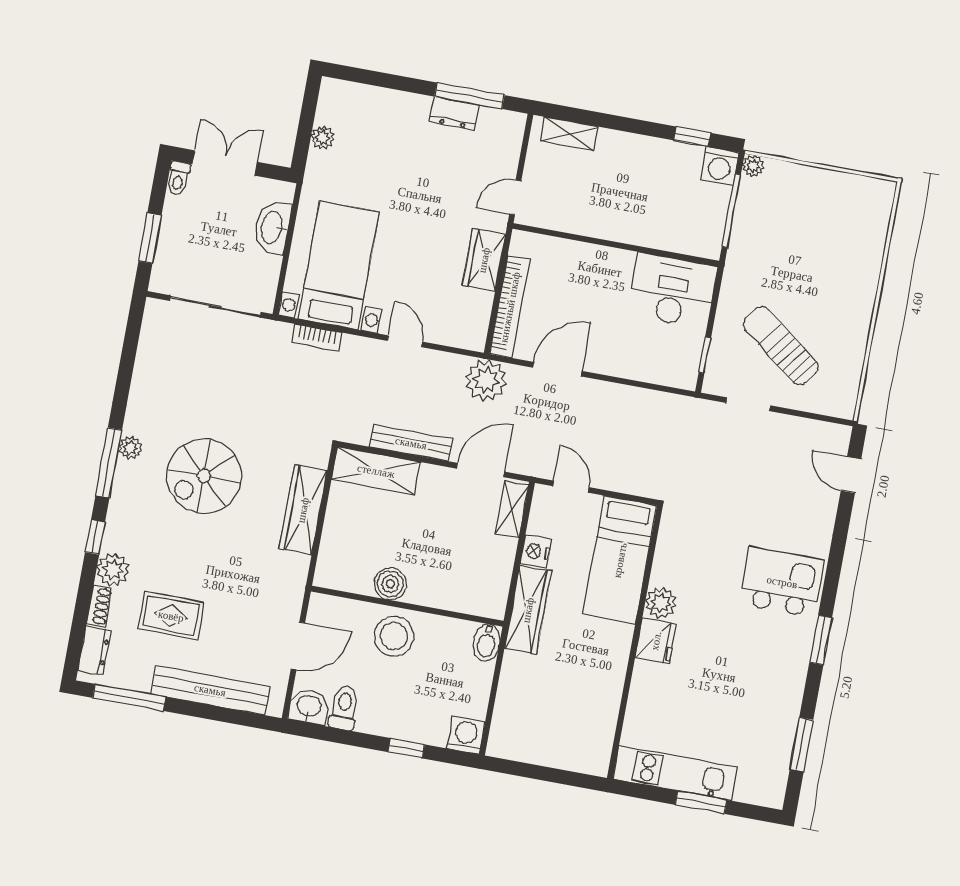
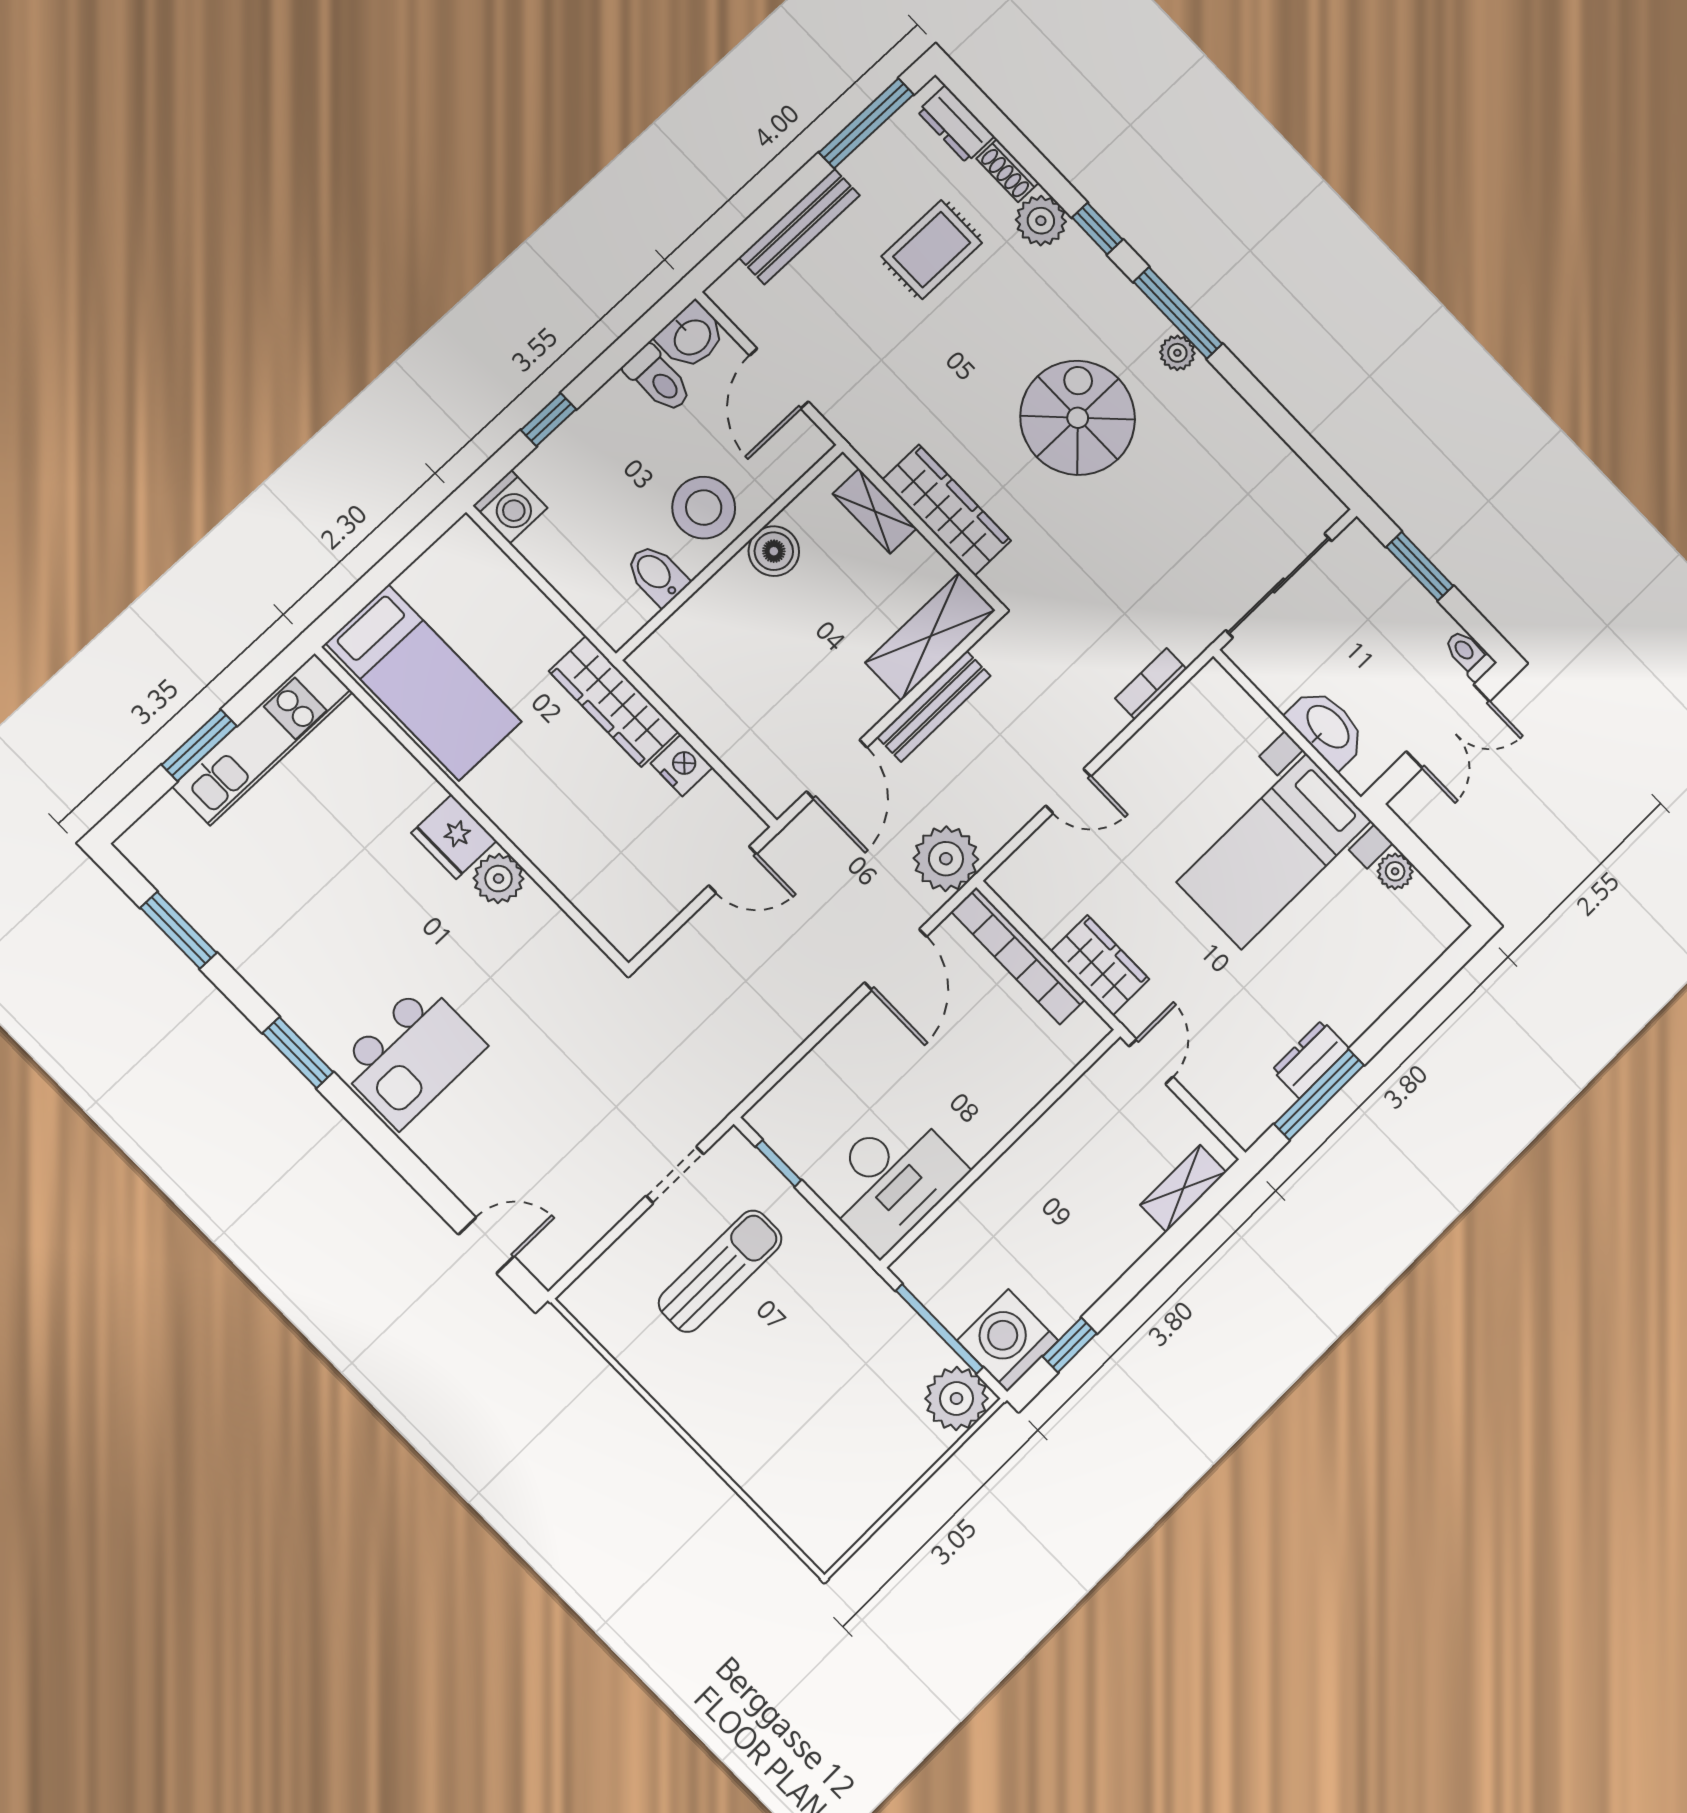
washing machine: (720, 166) -> (1008, 1340), width x1.37, depth x1.37
plant: (753, 166) -> (956, 1398), width x1.87, depth x1.87
bed with nightstands: (339, 265) -> (1274, 851), moved, turned 90
sun lounger: (781, 346) -> (720, 1271), turned -37
shelving: (512, 509) -> (875, 511), moved
bed: (620, 560) -> (424, 683), moved, turned 180
bidet: (487, 643) -> (657, 575), moved
bench: (210, 690) -> (799, 226), width x0.73, depth x0.82

